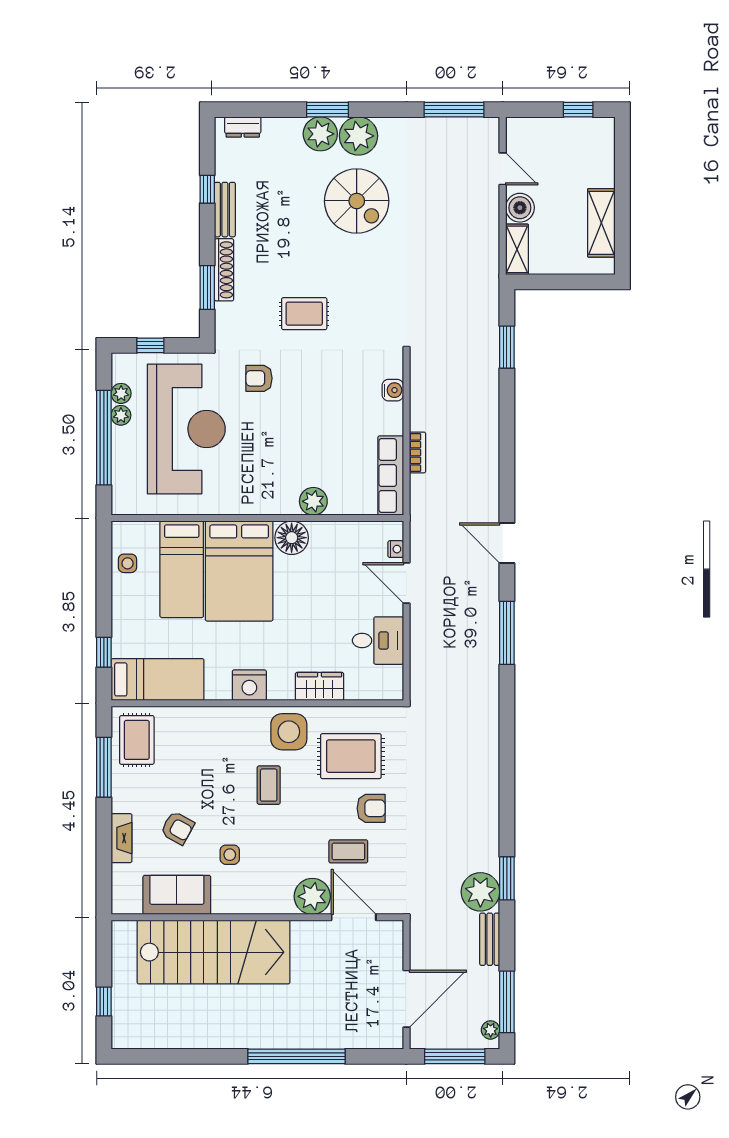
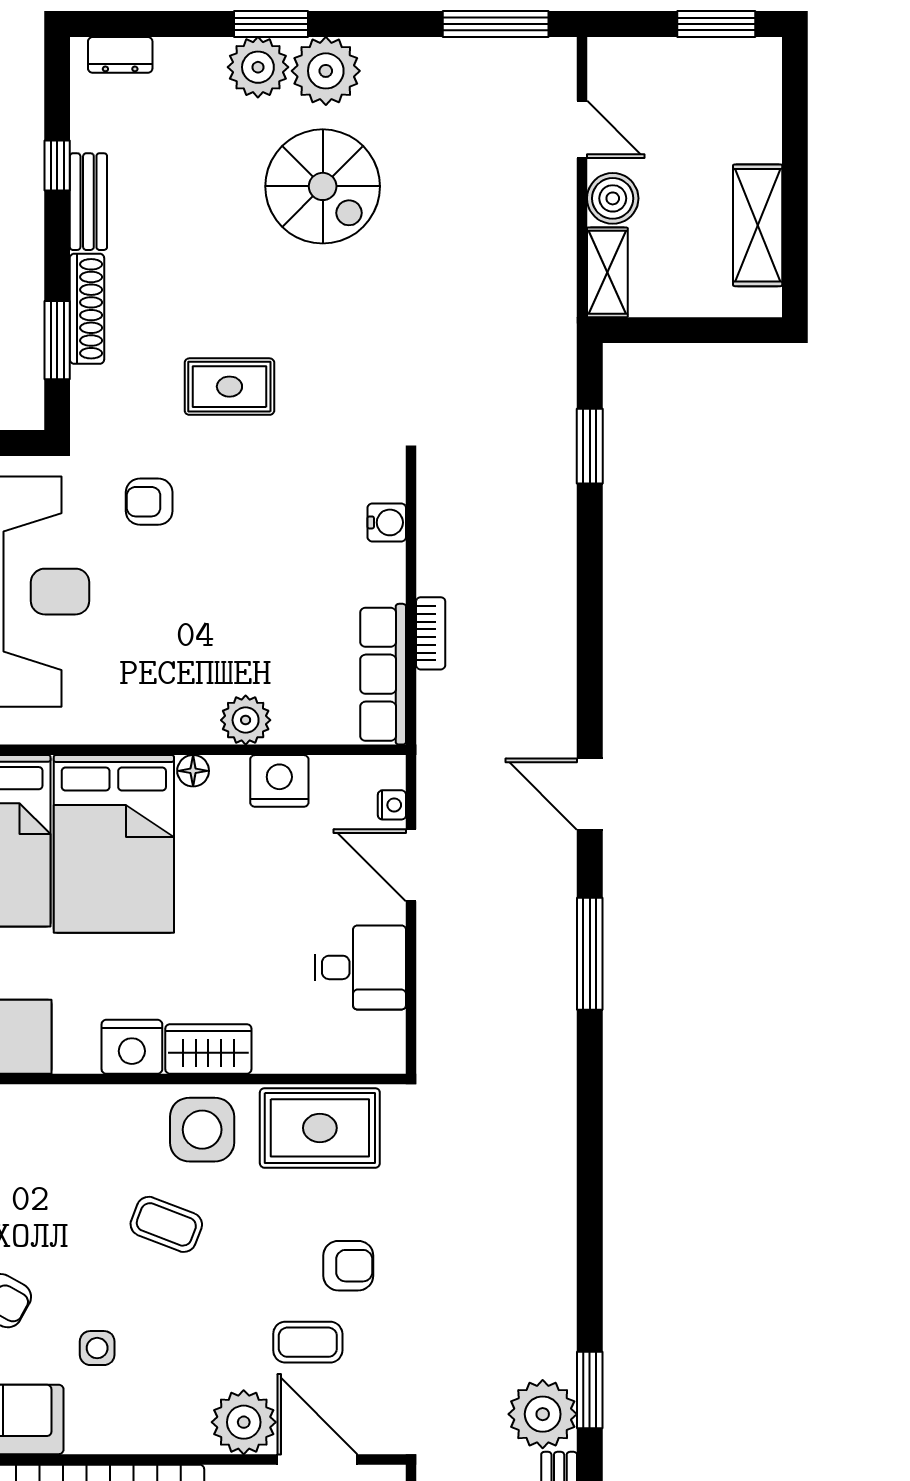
window: (578, 110) -> (716, 24), width x1.50
nightstand: (332, 536) -> (279, 781), added
floor lamp: (292, 538) -> (193, 771), width x0.53, depth x0.53
wardrobe: (319, 686) -> (208, 1049), moved
rug: (351, 756) -> (320, 1128), moved
coffee table: (269, 785) -> (166, 1224), turned -69

